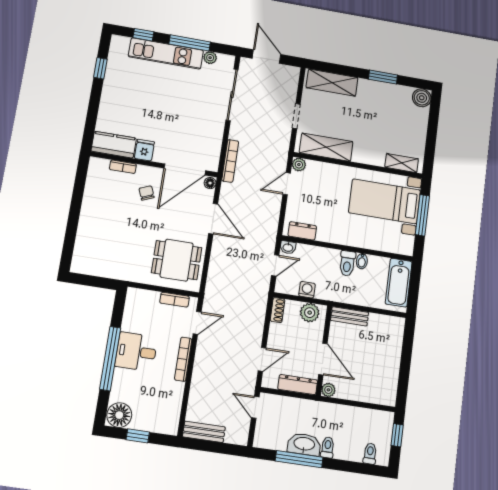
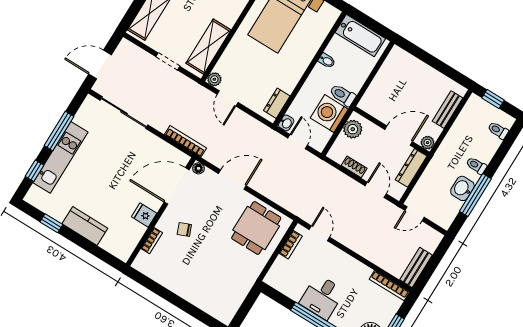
plant: (210, 58) -> (81, 118), removed
kitchen counter: (114, 145) -> (85, 226), moved, turned 90
door: (185, 169) -> (177, 186), swing flipped
toilet: (347, 263) -> (343, 95), moved, turned 180
washing machine: (307, 290) -> (329, 114), width x1.89, depth x1.89
shoe rack: (277, 310) -> (354, 167), moved
bench: (350, 316) -> (448, 110), moved
bookcase: (183, 359) -> (389, 286), moved
washbasin: (304, 444) -> (462, 188), width x0.72

